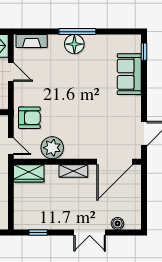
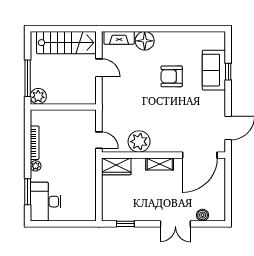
window: (77, 32) -> (164, 29), removed
floor lamp: (74, 44) -> (145, 41), moved
window: (144, 52) -> (228, 72), moved
armchair: (29, 118) -> (172, 76), moved, turned 180

